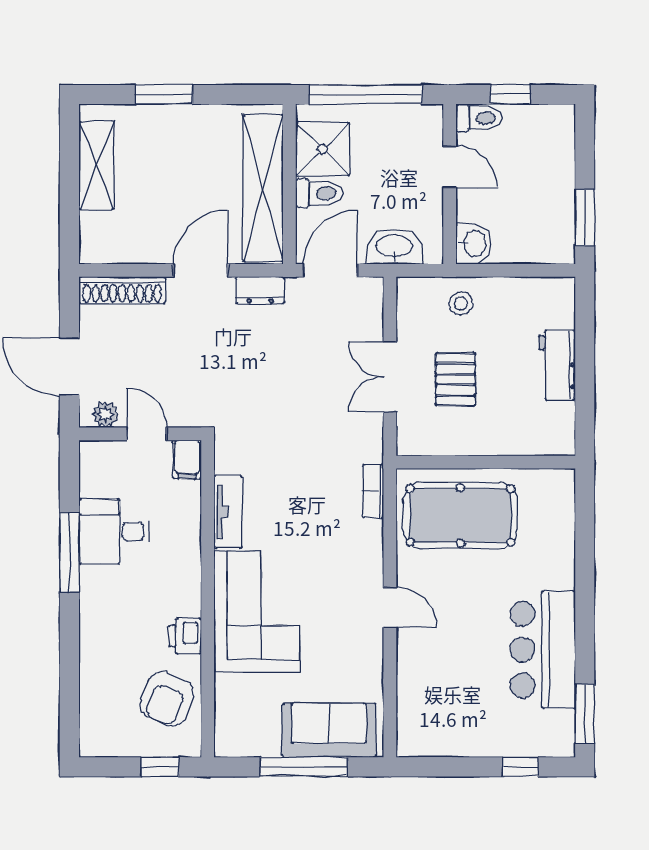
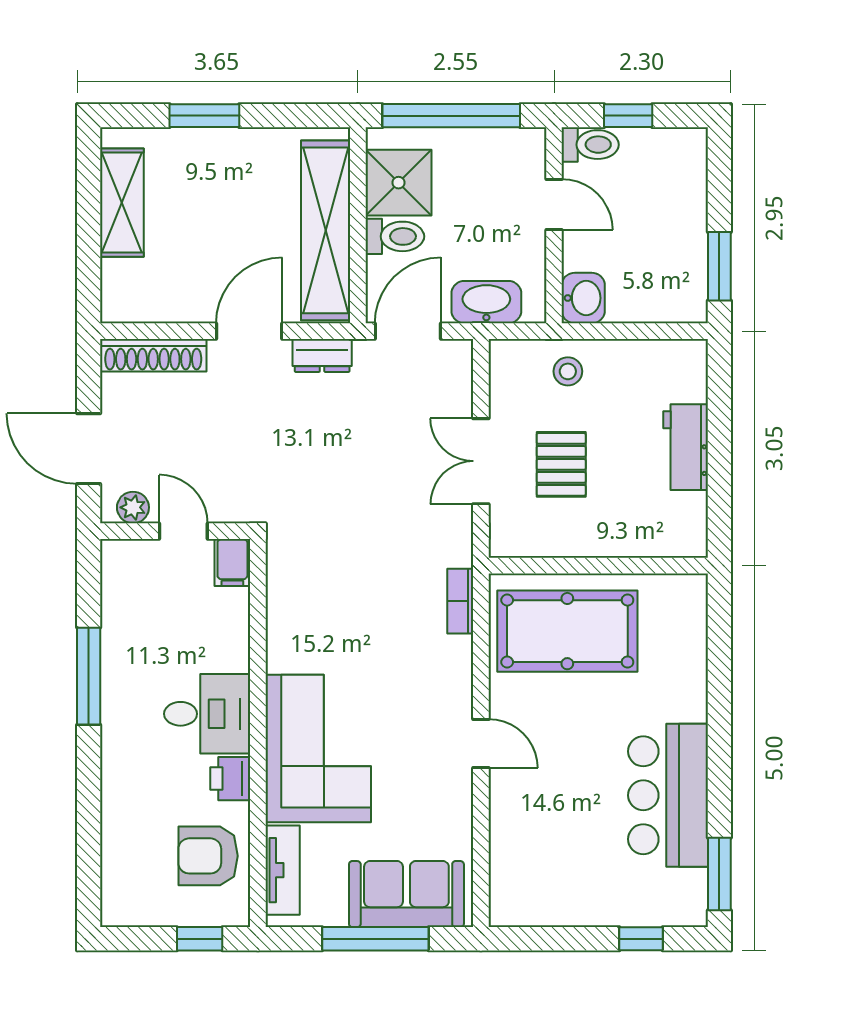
tv unit: (228, 512) -> (283, 870), moved
desk: (114, 532) -> (207, 714), moved, turned 180
armchair: (167, 699) -> (208, 856), turned 68

